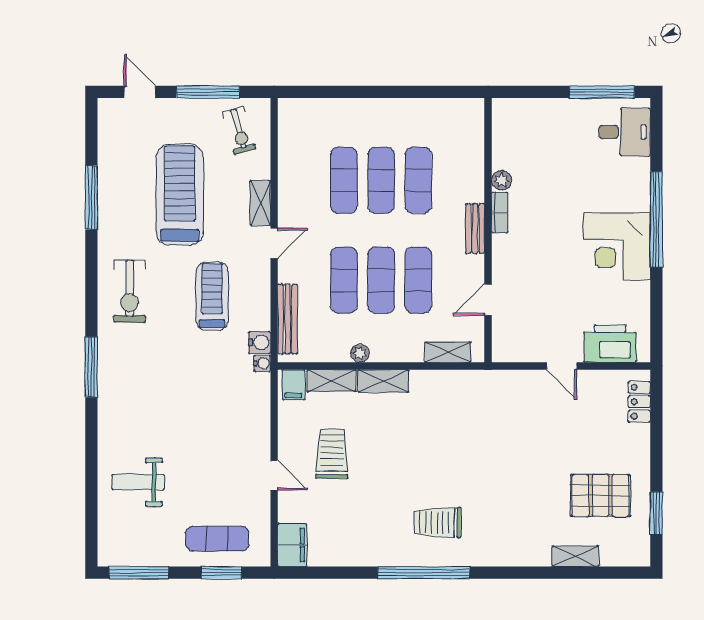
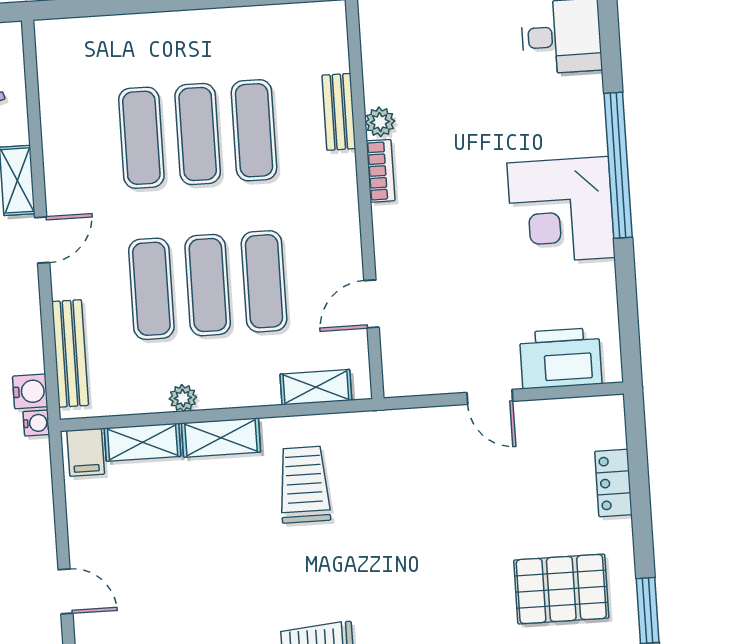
bench: (475, 228) -> (339, 112), moved
locker: (639, 402) -> (613, 483), moved
trolley: (332, 454) -> (304, 485), moved

